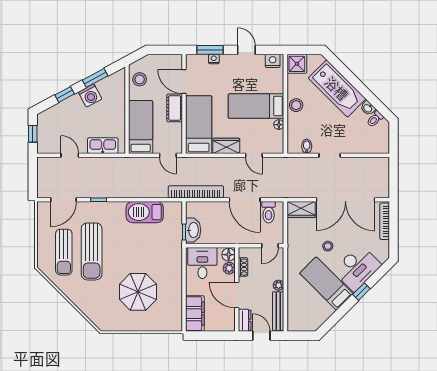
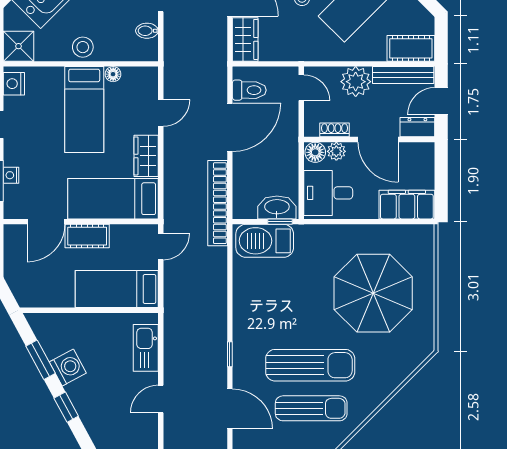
stool: (140, 79) -> (43, 291), removed
barbecue: (145, 212) -> (265, 241), moved, turned 90
plant: (279, 285) -> (356, 82), width x1.88, depth x1.88
parasol: (138, 292) -> (373, 293), width x1.36, depth x1.36
door: (237, 295) -> (378, 139), hinge flipped
cot: (295, 316) -> (411, 48), added

